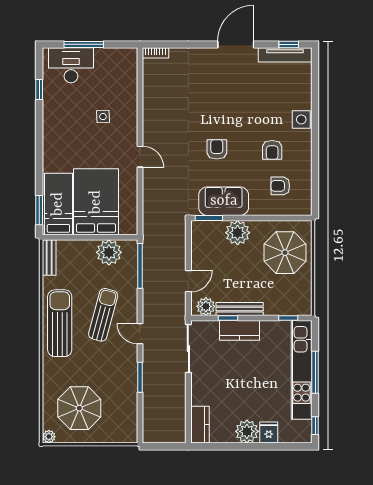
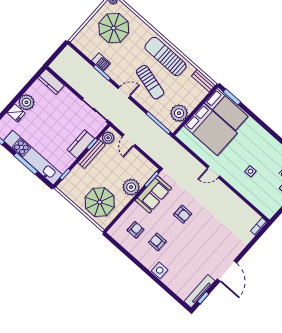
sun lounger: (60, 323) -> (165, 56), turned 180
barbecue: (129, 389) -> (101, 62), added

